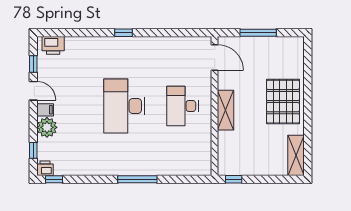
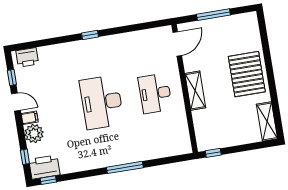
door: (215, 57) -> (177, 44), hinge flipped
printer: (45, 168) -> (44, 167), width x1.87, depth x1.48

